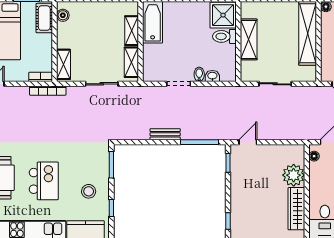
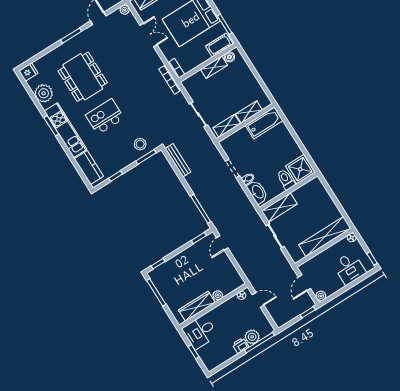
shelving: (249, 39) -> (279, 207), moved
shelving: (64, 64) -> (214, 67), moved
washbasin: (212, 76) -> (257, 192), width x1.91, depth x1.45
bench: (165, 134) -> (178, 160), moved, width x1.36
door: (248, 142) -> (222, 243), swing flipped
plant: (294, 175) -> (218, 295), width x0.53, depth x0.53
kitchen island: (44, 181) -> (105, 117), turned 180
stool: (89, 191) -> (140, 144), moved

